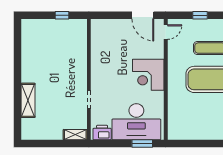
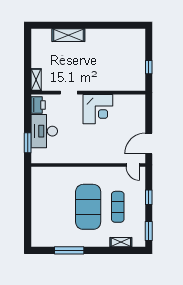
corner desk: (148, 75) -> (98, 109), moved, turned 180
desk: (136, 122) -> (44, 131), width x0.73, depth x0.77

